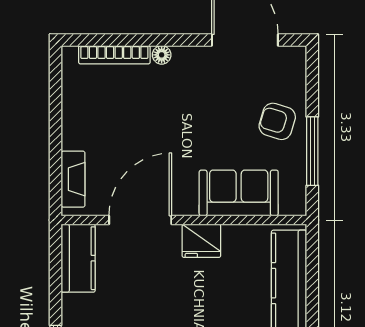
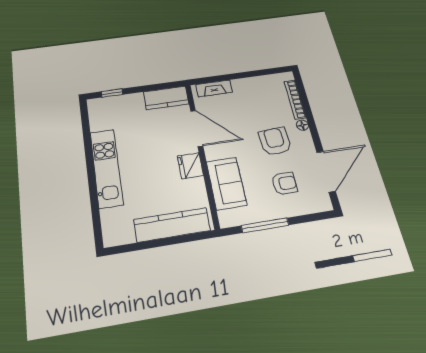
armchair: (182, 104) -> (275, 141), added
armchair: (277, 121) -> (284, 183), moved, turned 73

